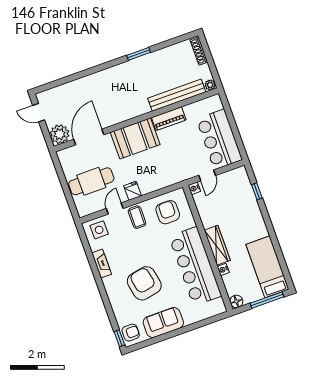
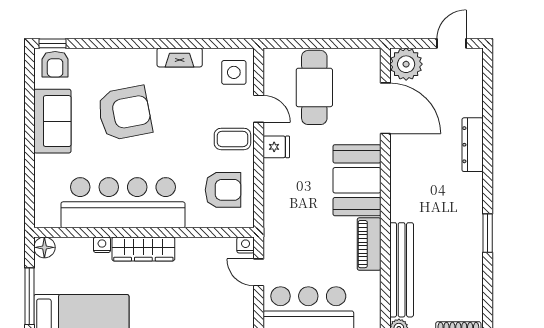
dresser: (92, 80) -> (473, 145), added

